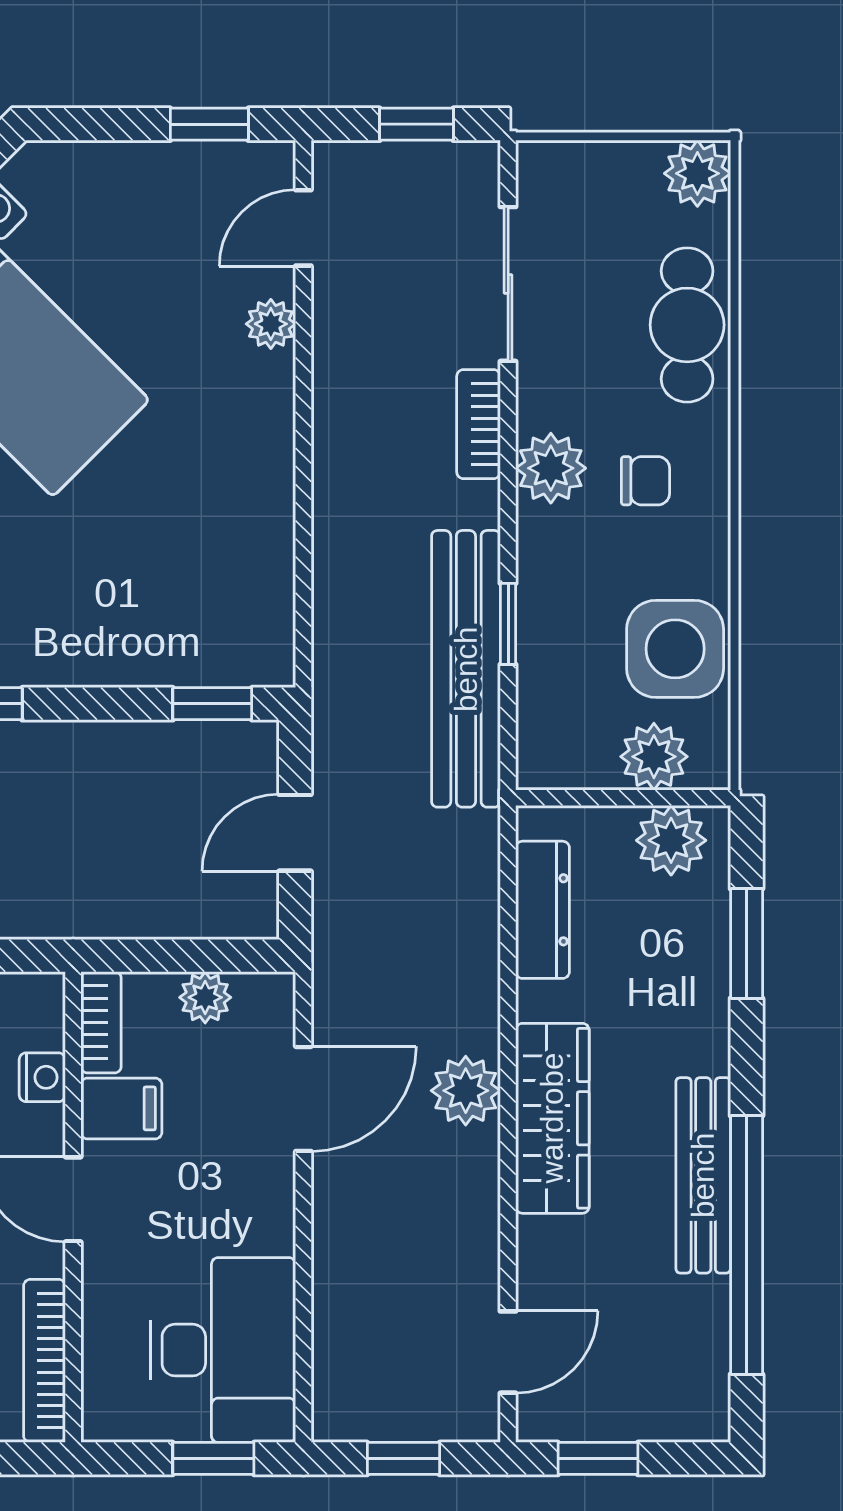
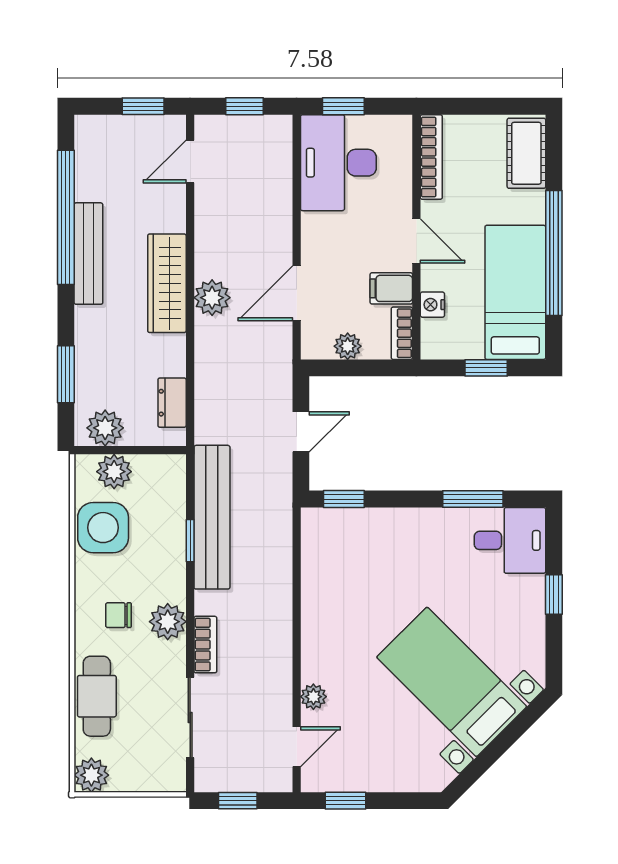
dresser: (543, 910) -> (172, 403), width x0.70

